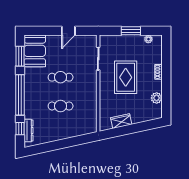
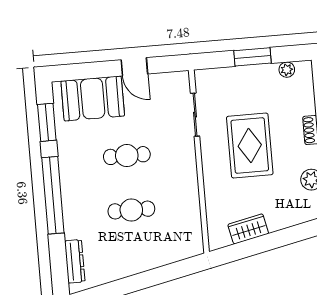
door: (68, 31) -> (134, 67), hinge flipped
booth: (35, 51) -> (93, 98), moved, turned 90
window: (20, 129) -> (58, 259), removed

